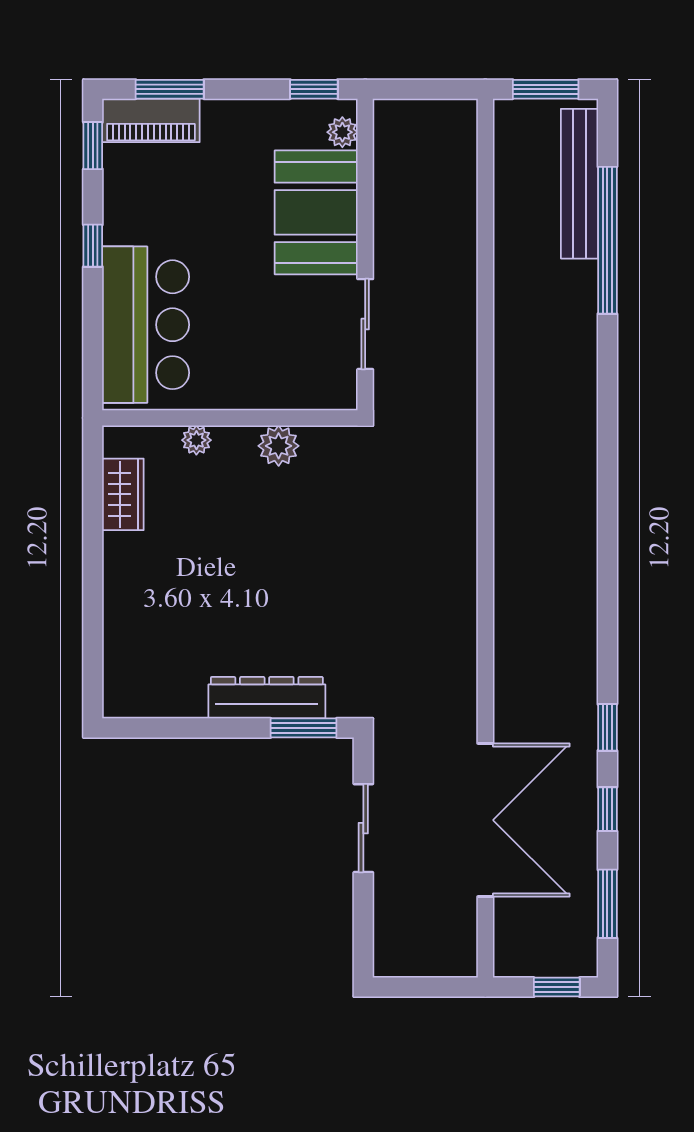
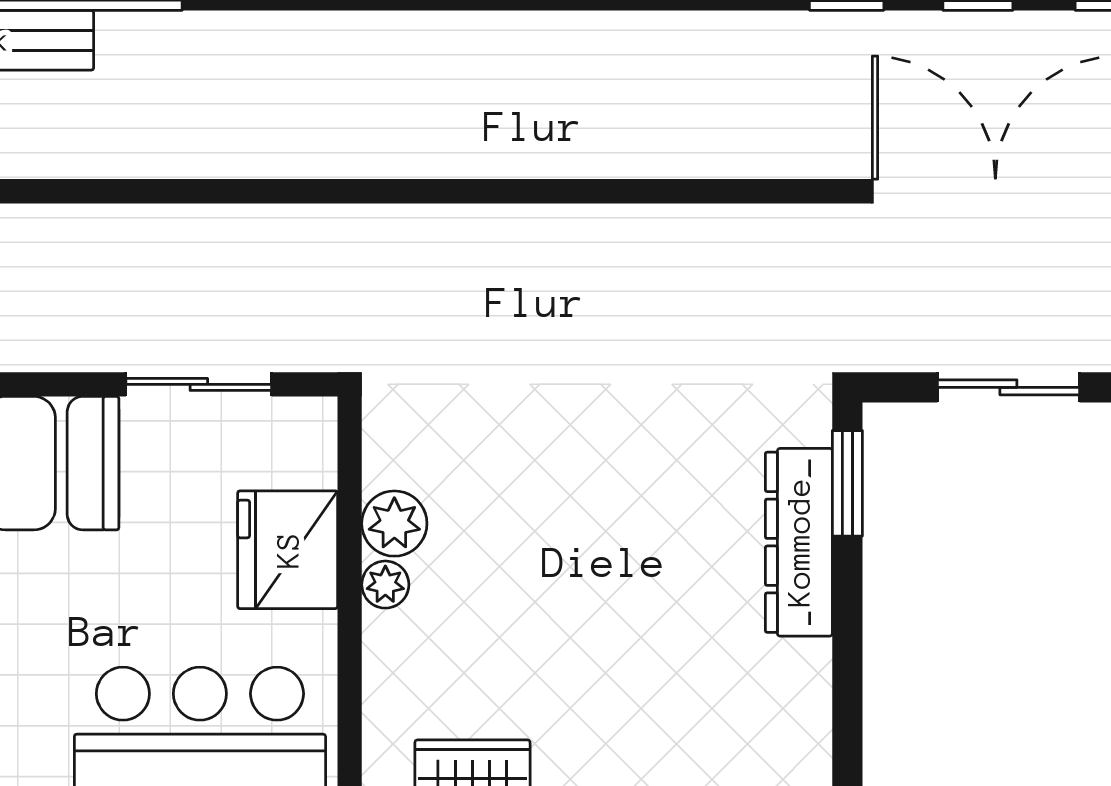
fridge: (262, 379) -> (288, 550), added
plant: (196, 440) -> (385, 585), moved

